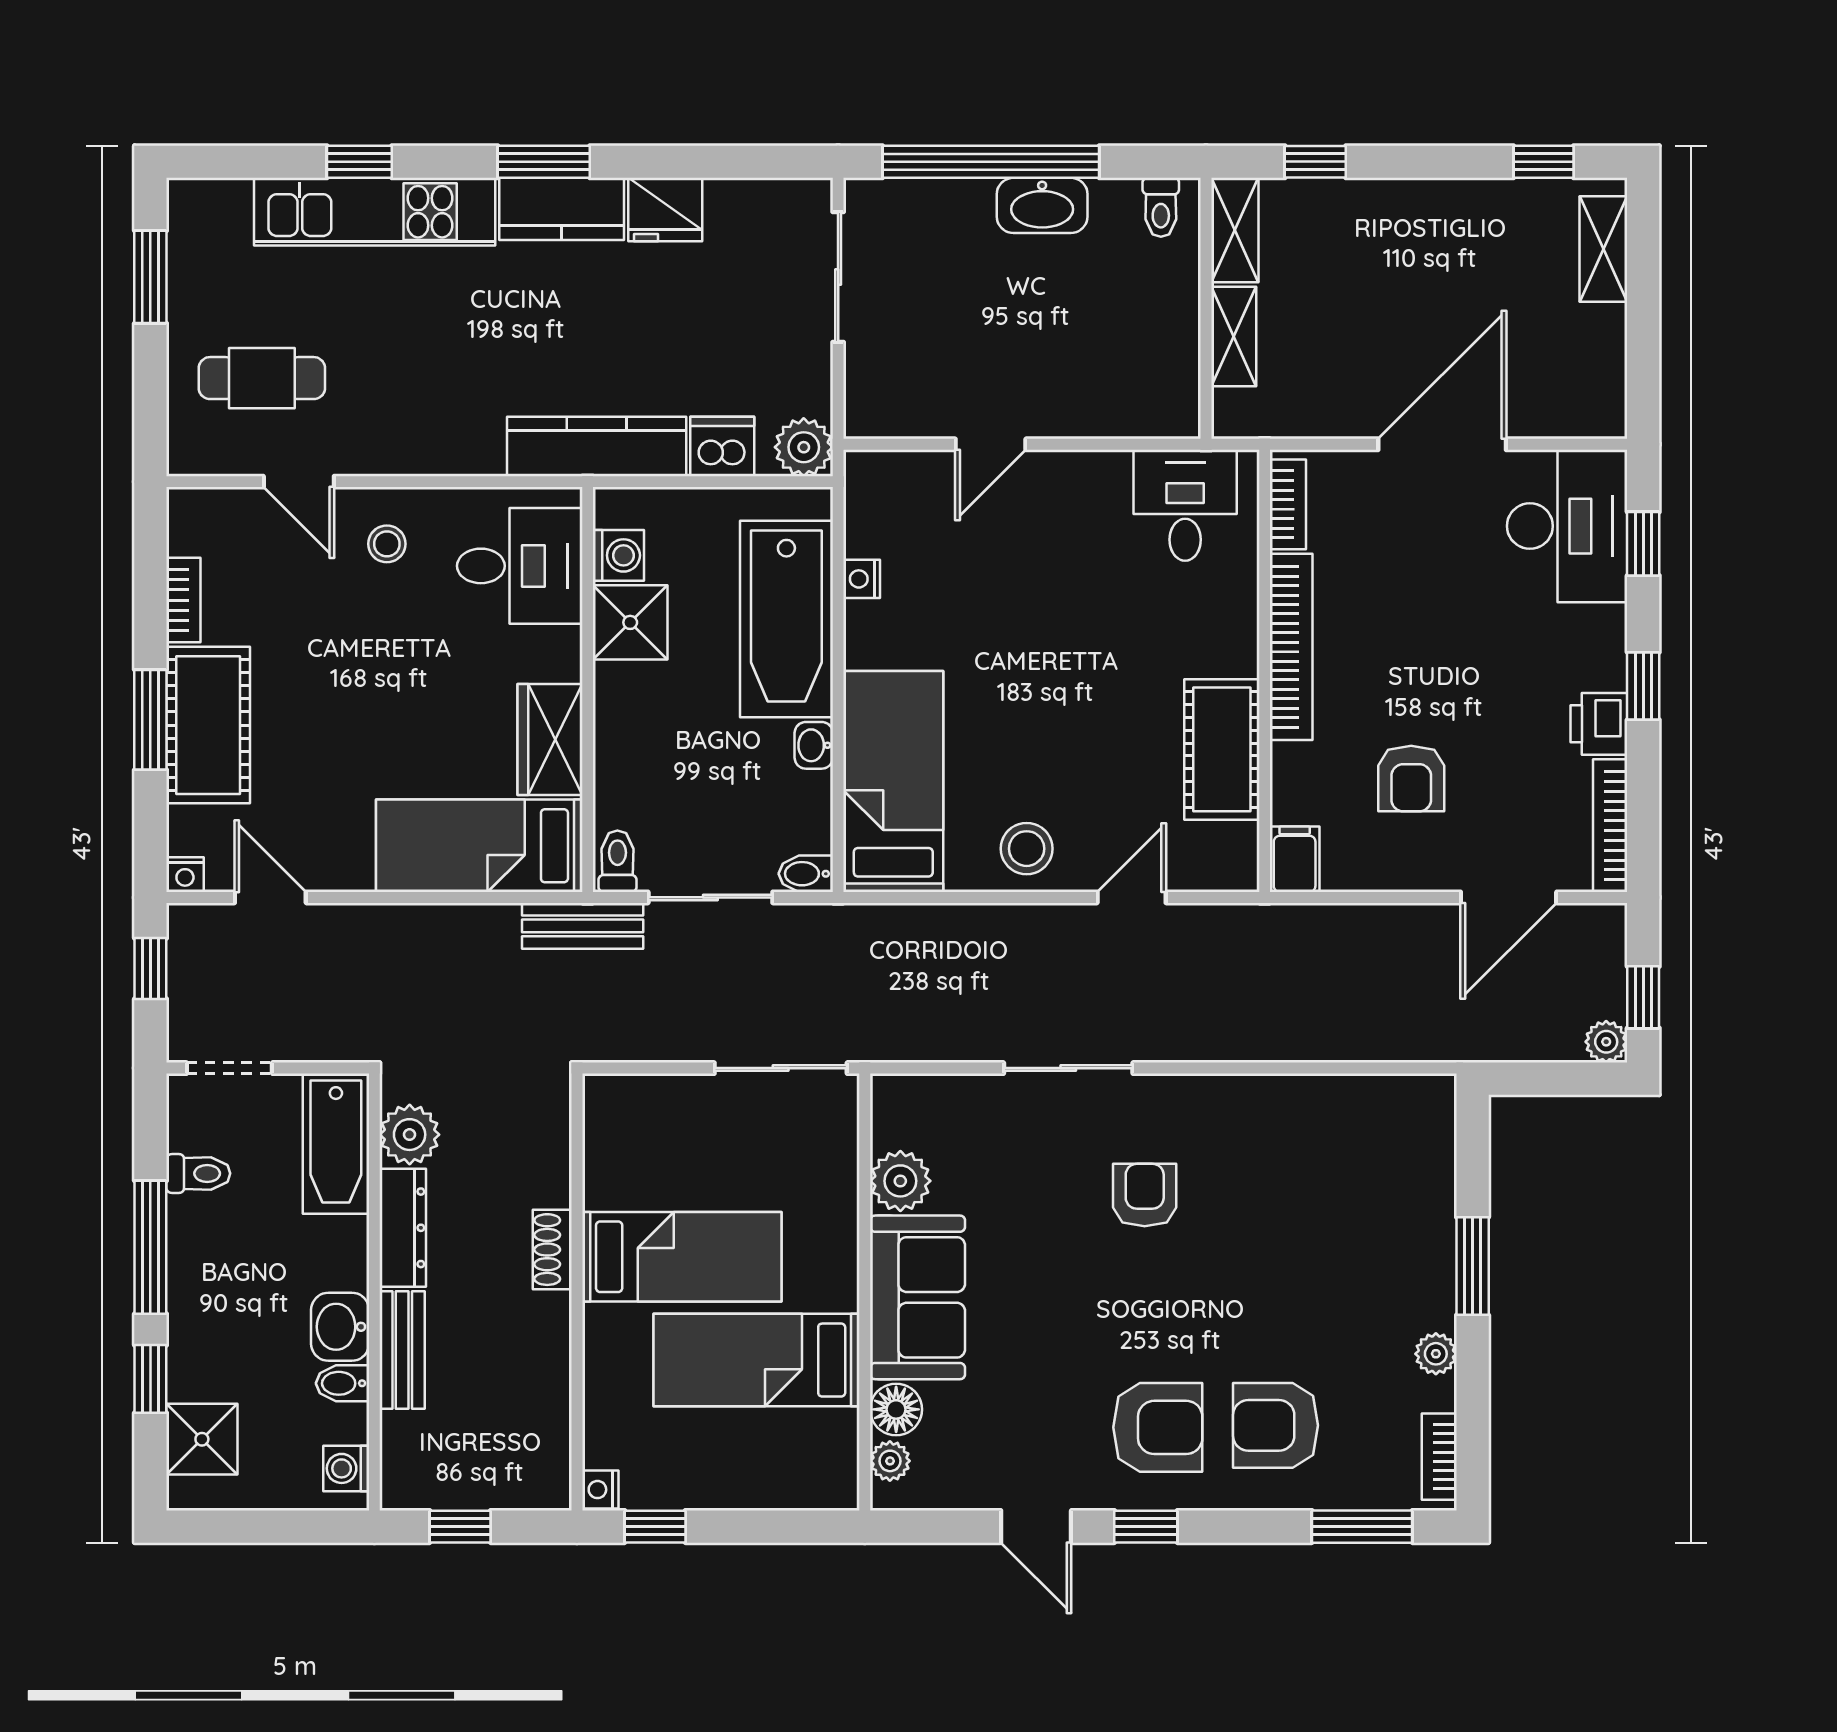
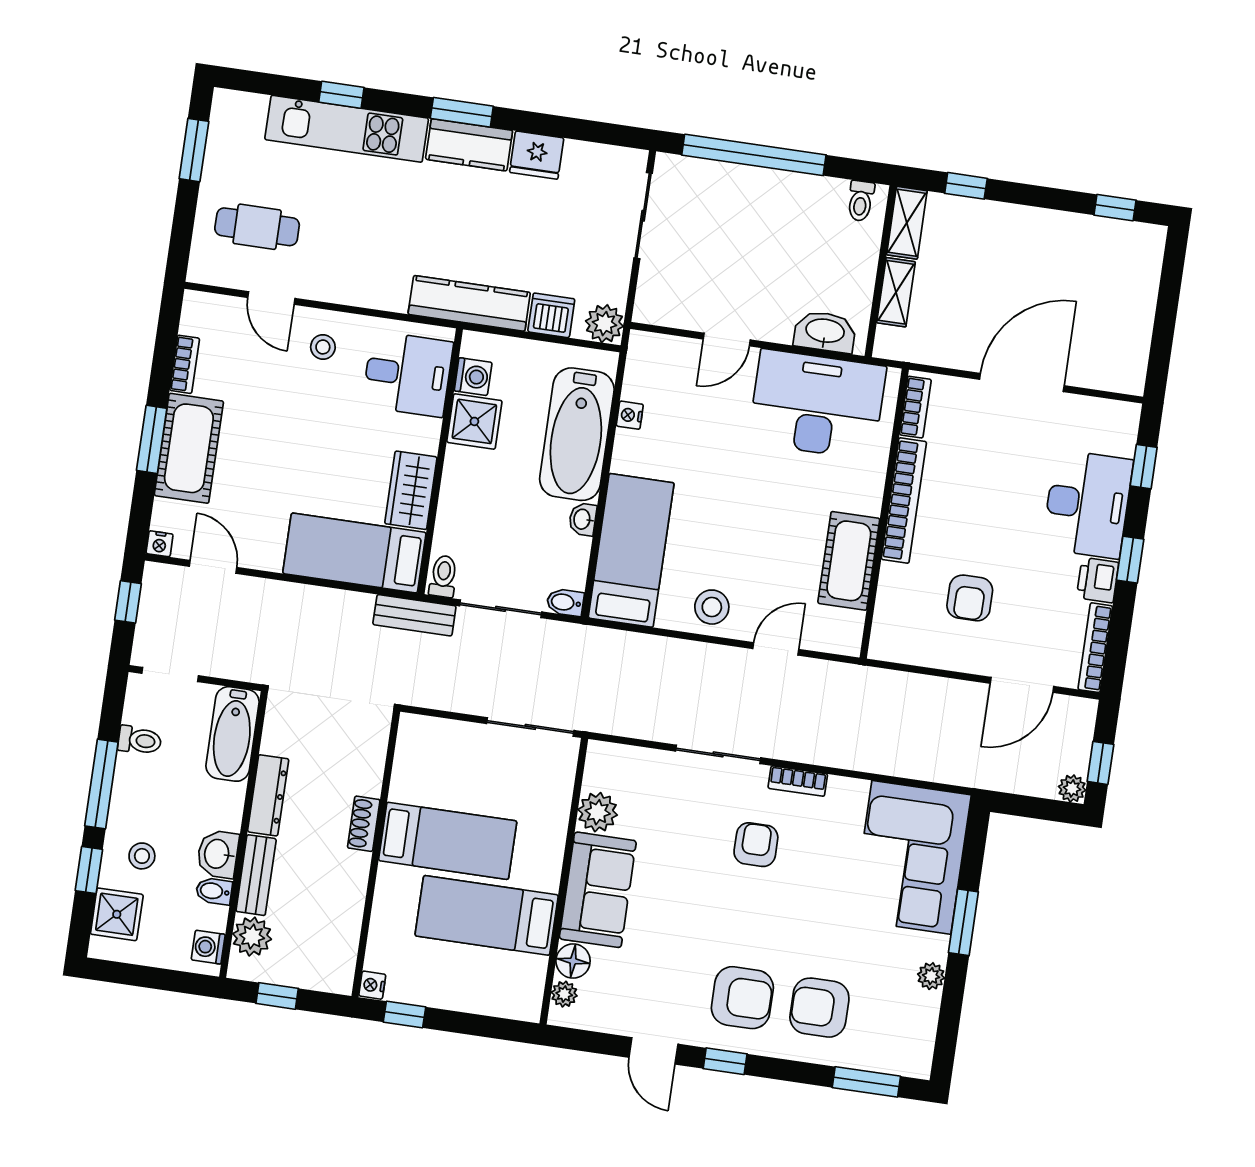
washbasin: (1042, 205) -> (825, 332), moved, turned 180
shelving: (1603, 249) -> (1146, 270), removed
desk: (1185, 505) -> (817, 404), width x1.87, depth x1.30
desk: (1567, 526) -> (1087, 504), moved
filing cabinet: (1295, 859) -> (886, 640), removed
plant: (410, 1135) -> (252, 937), moved
corner sofa: (1380, 1180) -> (911, 857), added
stool: (227, 1346) -> (142, 856), added
bookcase: (1439, 1457) -> (798, 781), moved, turned -90

